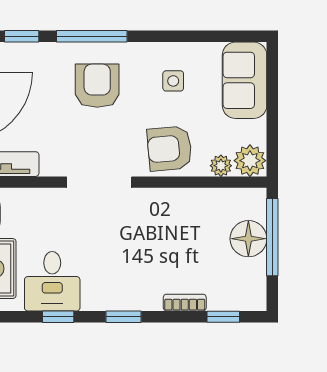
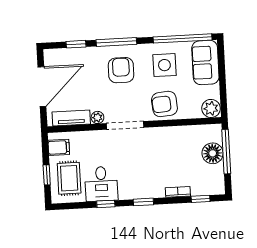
window: (207, 36) -> (183, 38), added
side table: (173, 81) -> (164, 65), width x1.87, depth x1.87
plant: (221, 166) -> (97, 117), moved

